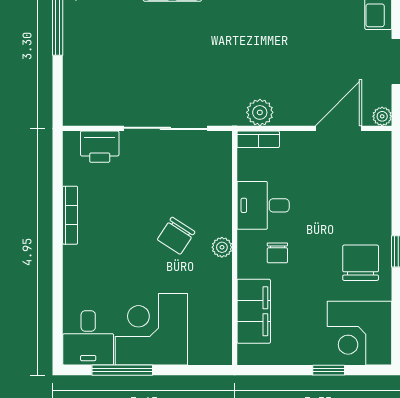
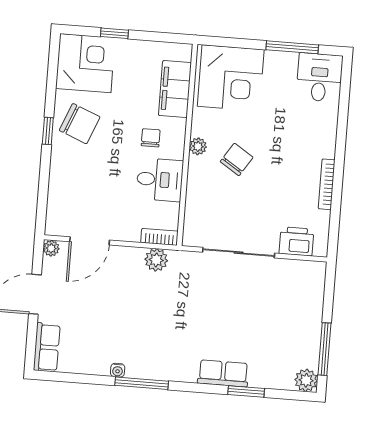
chair: (361, 263) -> (80, 124), turned -68
corner desk: (151, 329) -> (231, 78), moved

